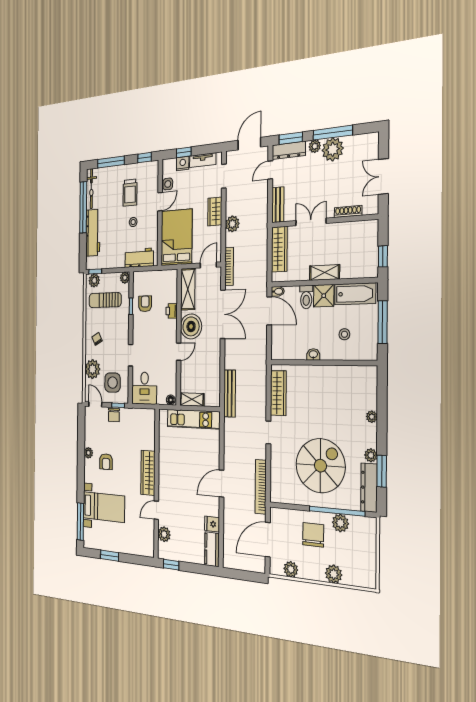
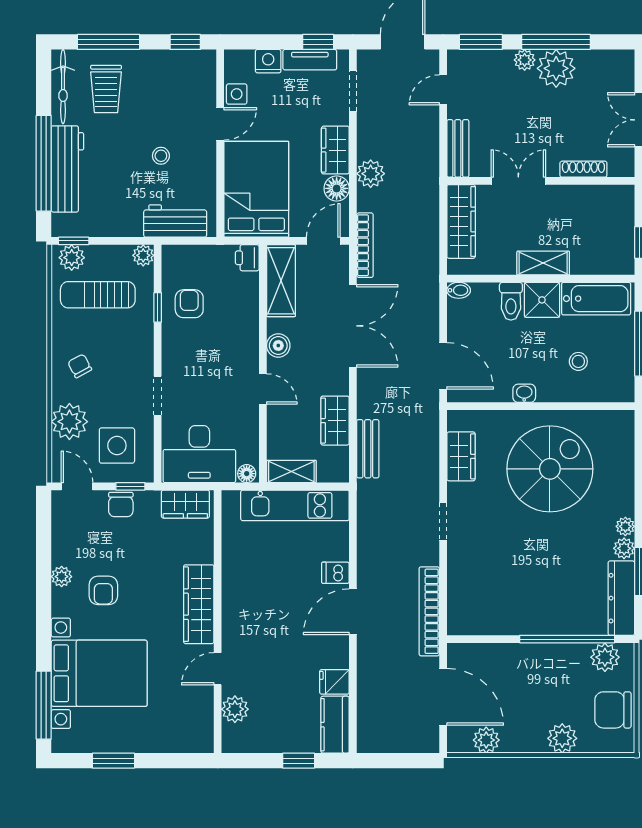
dresser: (289, 150) -> (477, 61), removed
window: (184, 152) -> (318, 42), moved
trolley: (130, 193) -> (106, 89), moved
window: (83, 207) -> (44, 163), moved
floor lamp: (215, 234) -> (337, 188), added
printer: (172, 311) -> (247, 258), moved
door: (269, 311) -> (443, 366), moved
boiler: (191, 326) -> (278, 346), width x0.54, depth x0.54
door: (179, 352) -> (263, 389), hinge flipped
wardrobe: (213, 370) -> (335, 421), added
desk: (144, 388) -> (199, 454), width x1.37
bench: (230, 393) -> (368, 449), width x0.73
wardrobe: (278, 393) -> (461, 456), width x0.67
wardrobe: (142, 416) -> (185, 504), added
plant: (372, 417) -> (625, 526), moved
dishwasher: (213, 460) -> (335, 573), added
spiral stairs: (320, 466) -> (550, 469), moved
bed with nightstands: (104, 507) -> (99, 673), width x1.36
plant: (340, 523) -> (605, 657), moved
chair: (313, 535) -> (613, 710), moved, turned -90
door: (268, 540) -> (443, 697), swing flipped
window: (171, 565) -> (299, 761), moved

